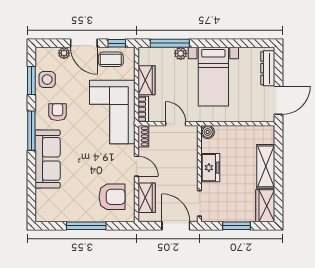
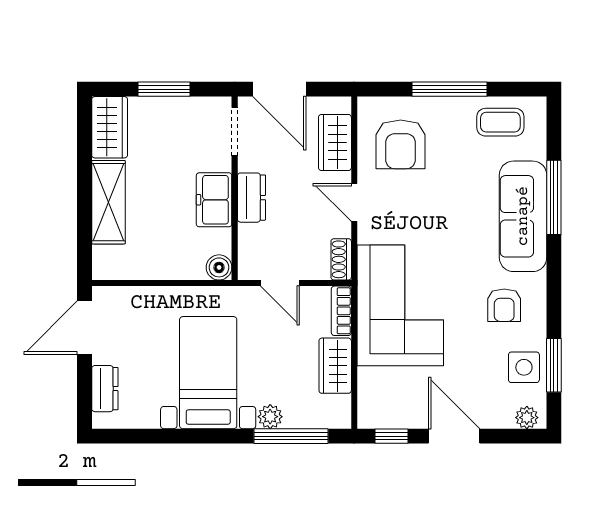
plant: (64, 53) -> (527, 418), moved
coffee table: (111, 59) -> (500, 122), moved
dresser: (268, 68) -> (105, 389), width x0.70
window: (31, 131) -> (554, 197), moved
dresser: (191, 169) -> (251, 198), added
armchair: (112, 197) -> (401, 144), turned -90

